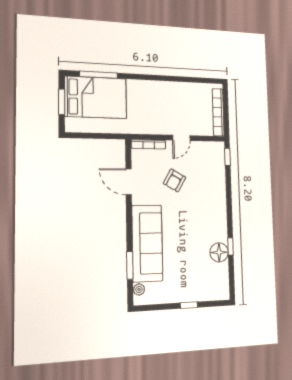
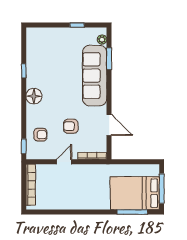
window: (62, 102) -> (162, 188), width x1.44
armchair: (209, 170) -> (40, 135), added
armchair: (174, 180) -> (71, 126), turned -120
floor lamp: (219, 252) -> (34, 96), moved
window: (189, 305) -> (77, 25), moved

